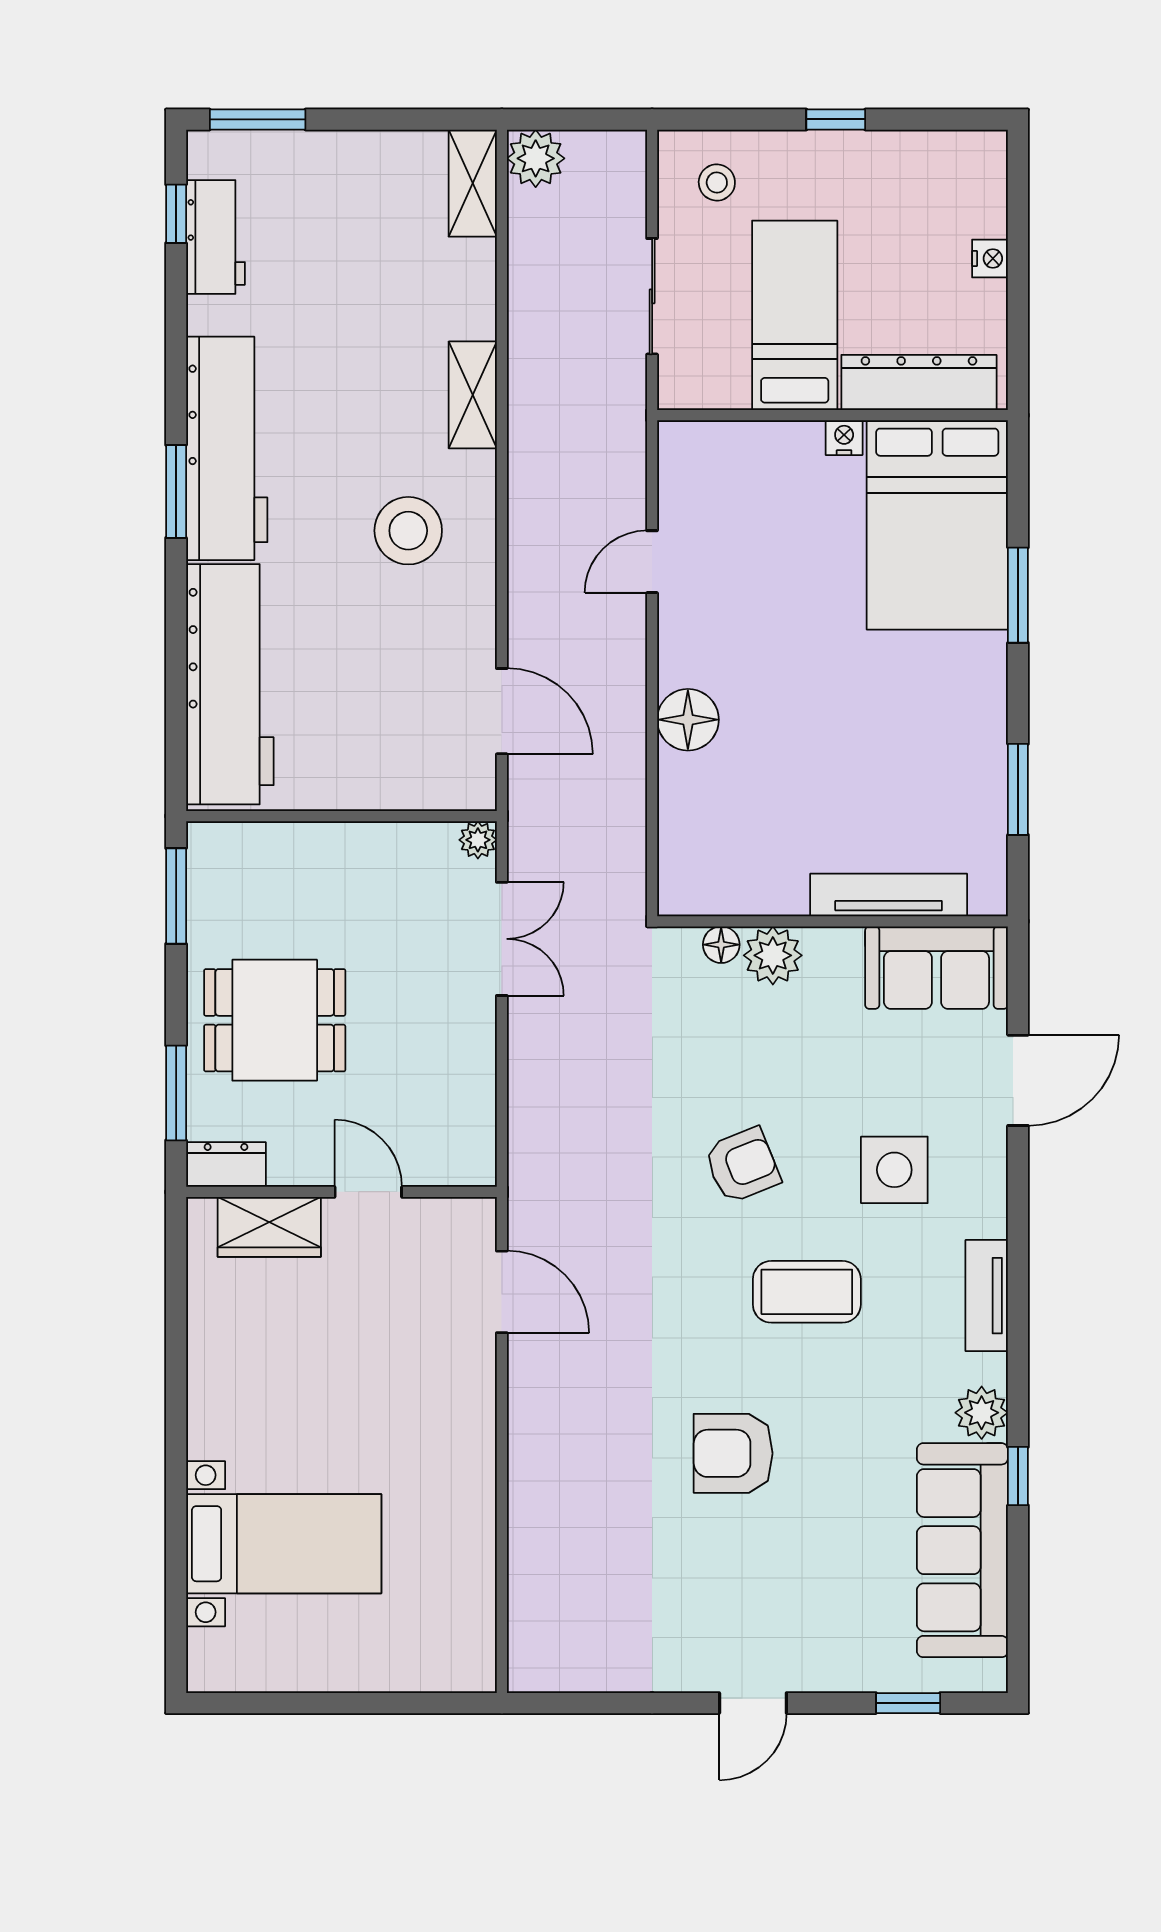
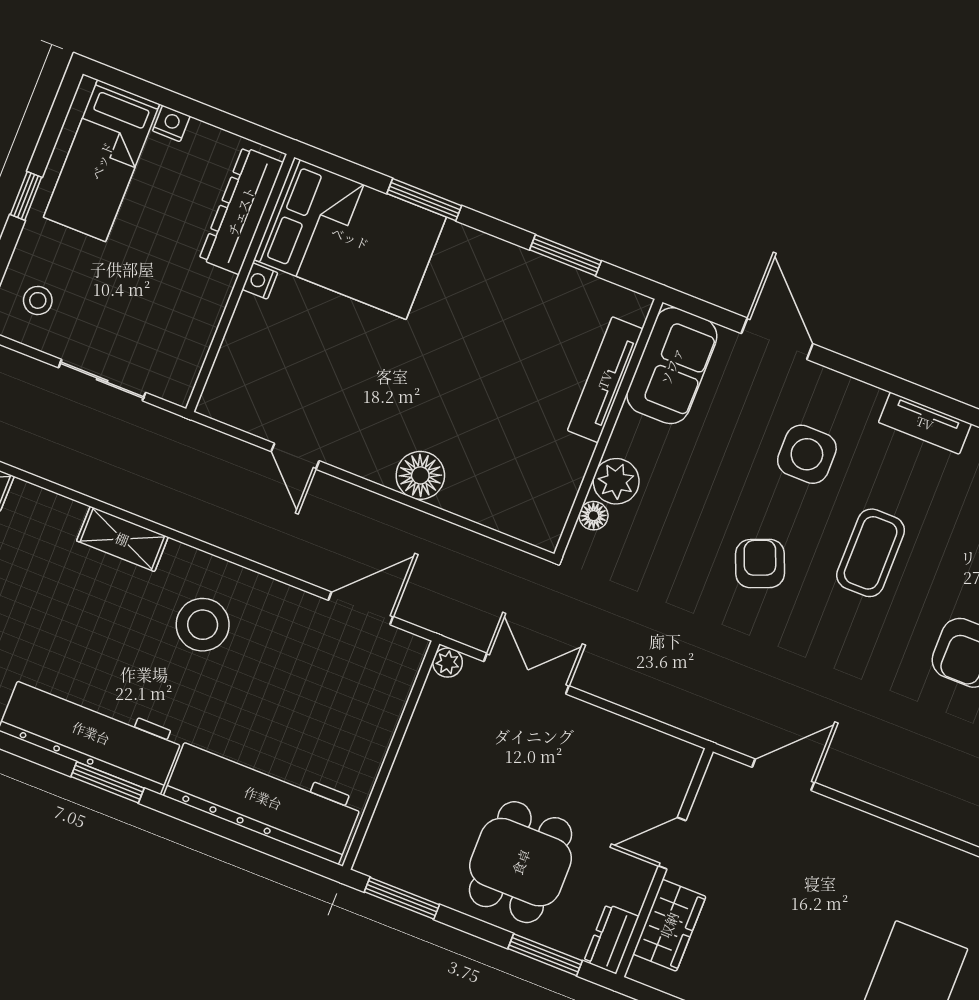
bed: (795, 315) -> (102, 161), moved, turned -90

